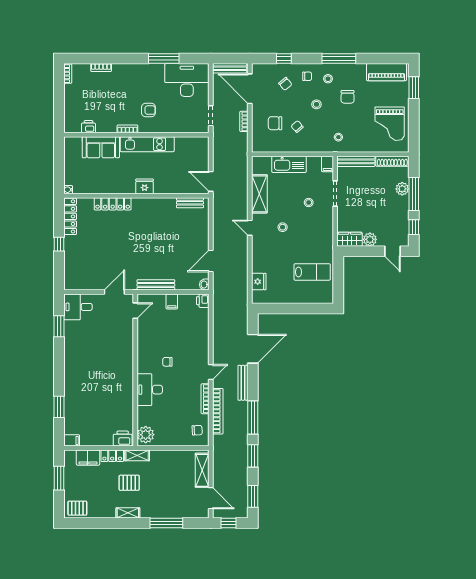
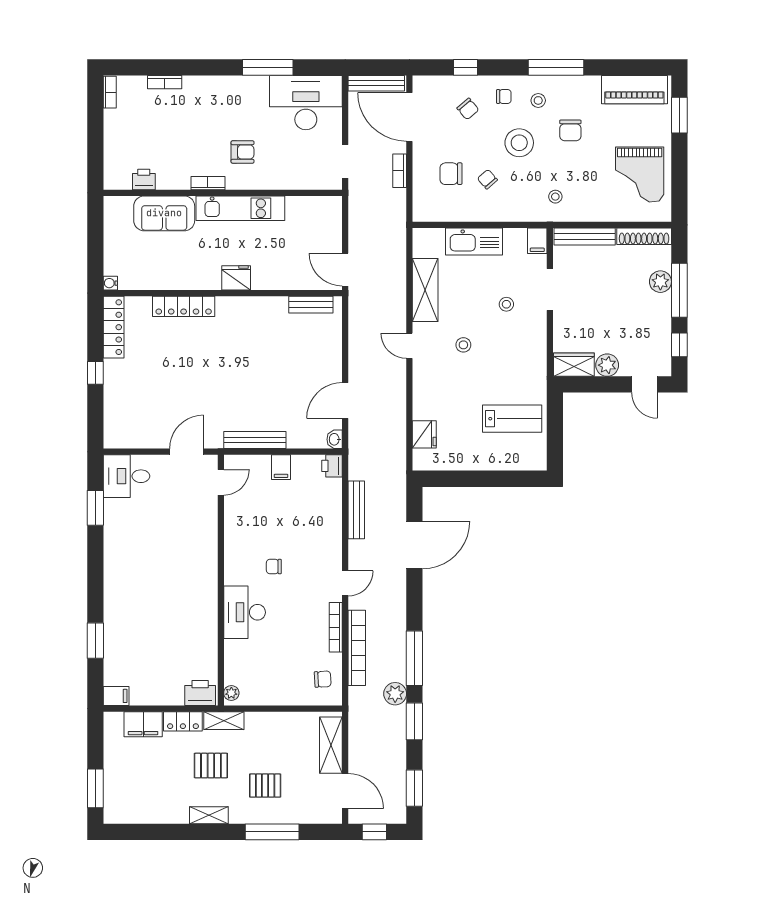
stool: (316, 104) -> (519, 143), width x1.89, depth x1.89
bench: (243, 383) -> (356, 510), moved
plant: (146, 435) -> (231, 693), width x0.53, depth x0.53
plant: (241, 439) -> (395, 694), added
window: (59, 478) -> (95, 788), moved
pallet: (77, 508) -> (265, 786), moved

